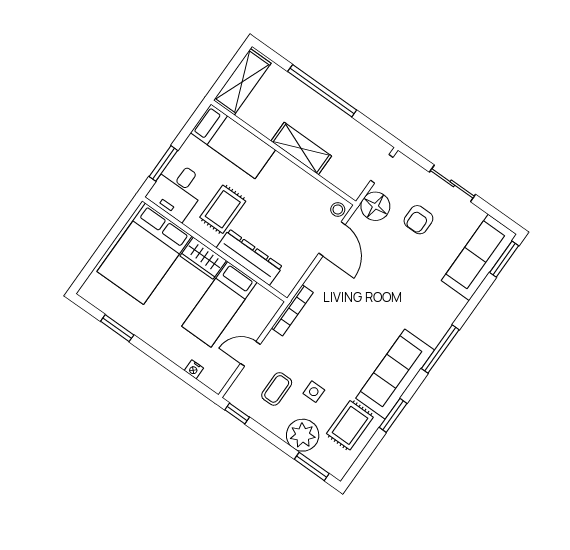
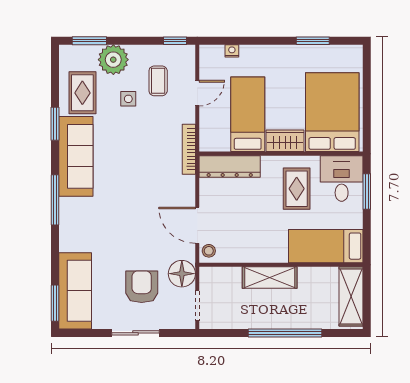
armchair: (418, 220) -> (142, 287), width x1.38, depth x1.38
dresser: (249, 257) -> (230, 167), moved

